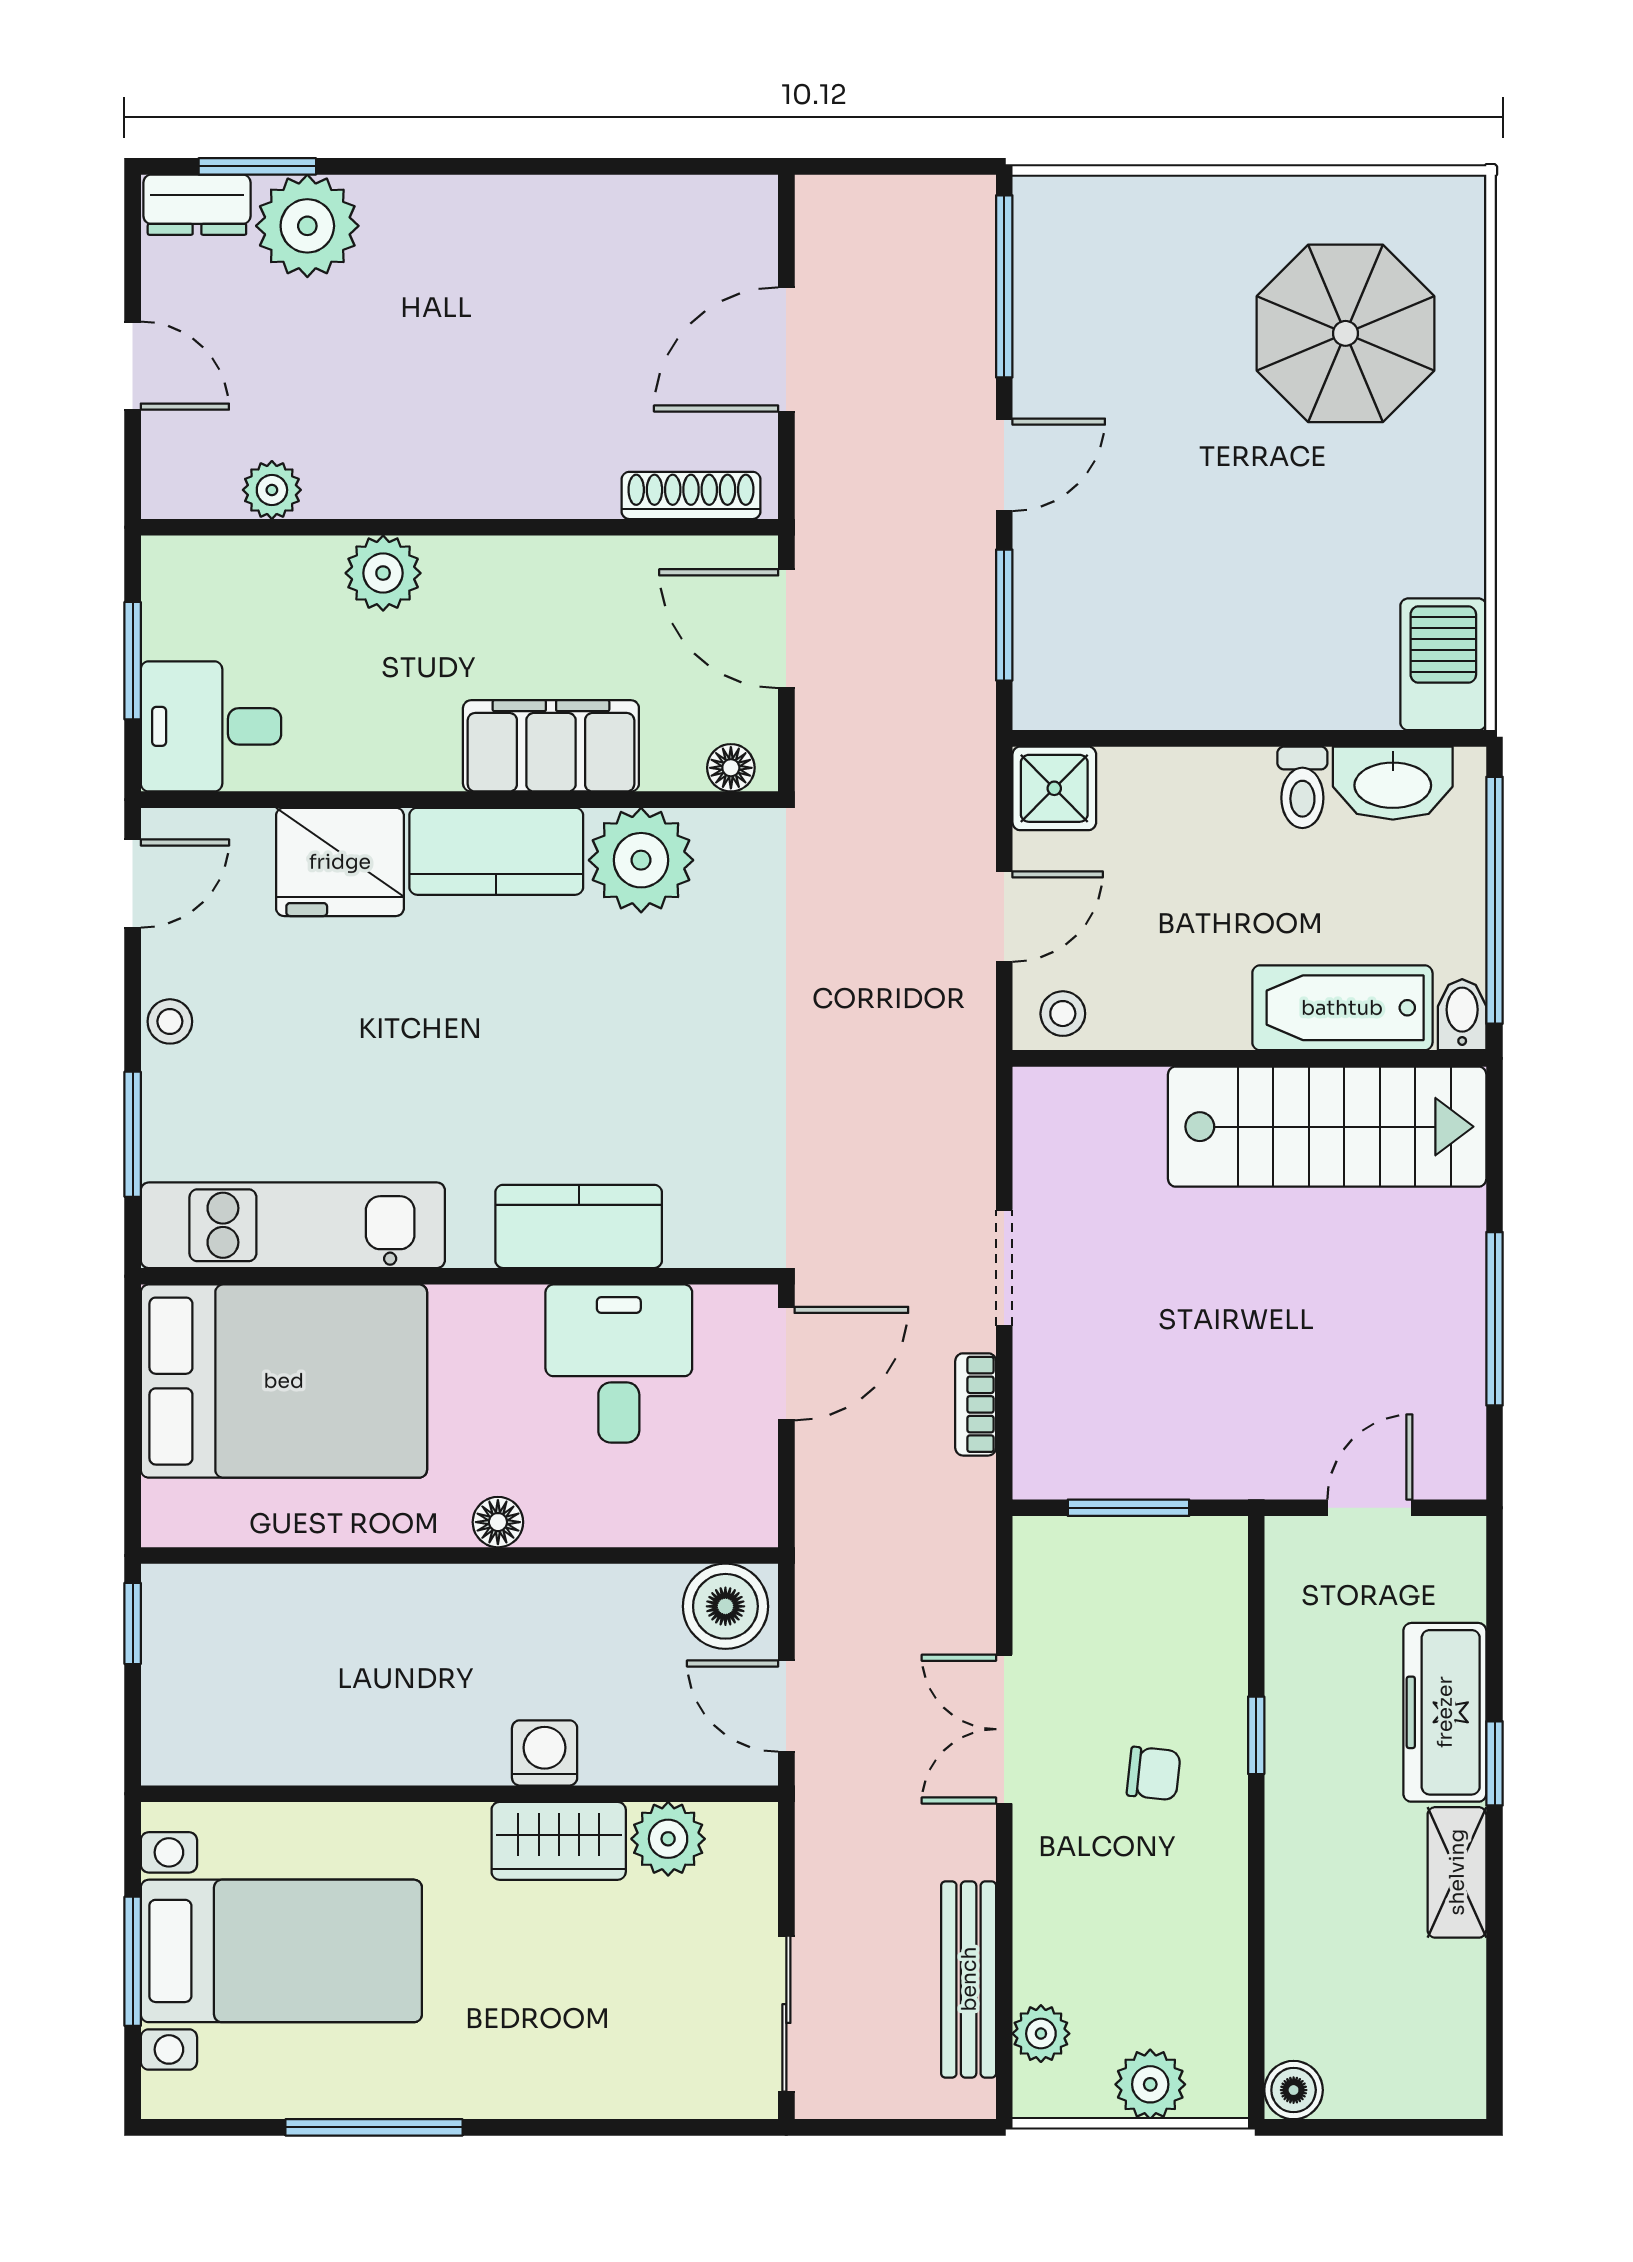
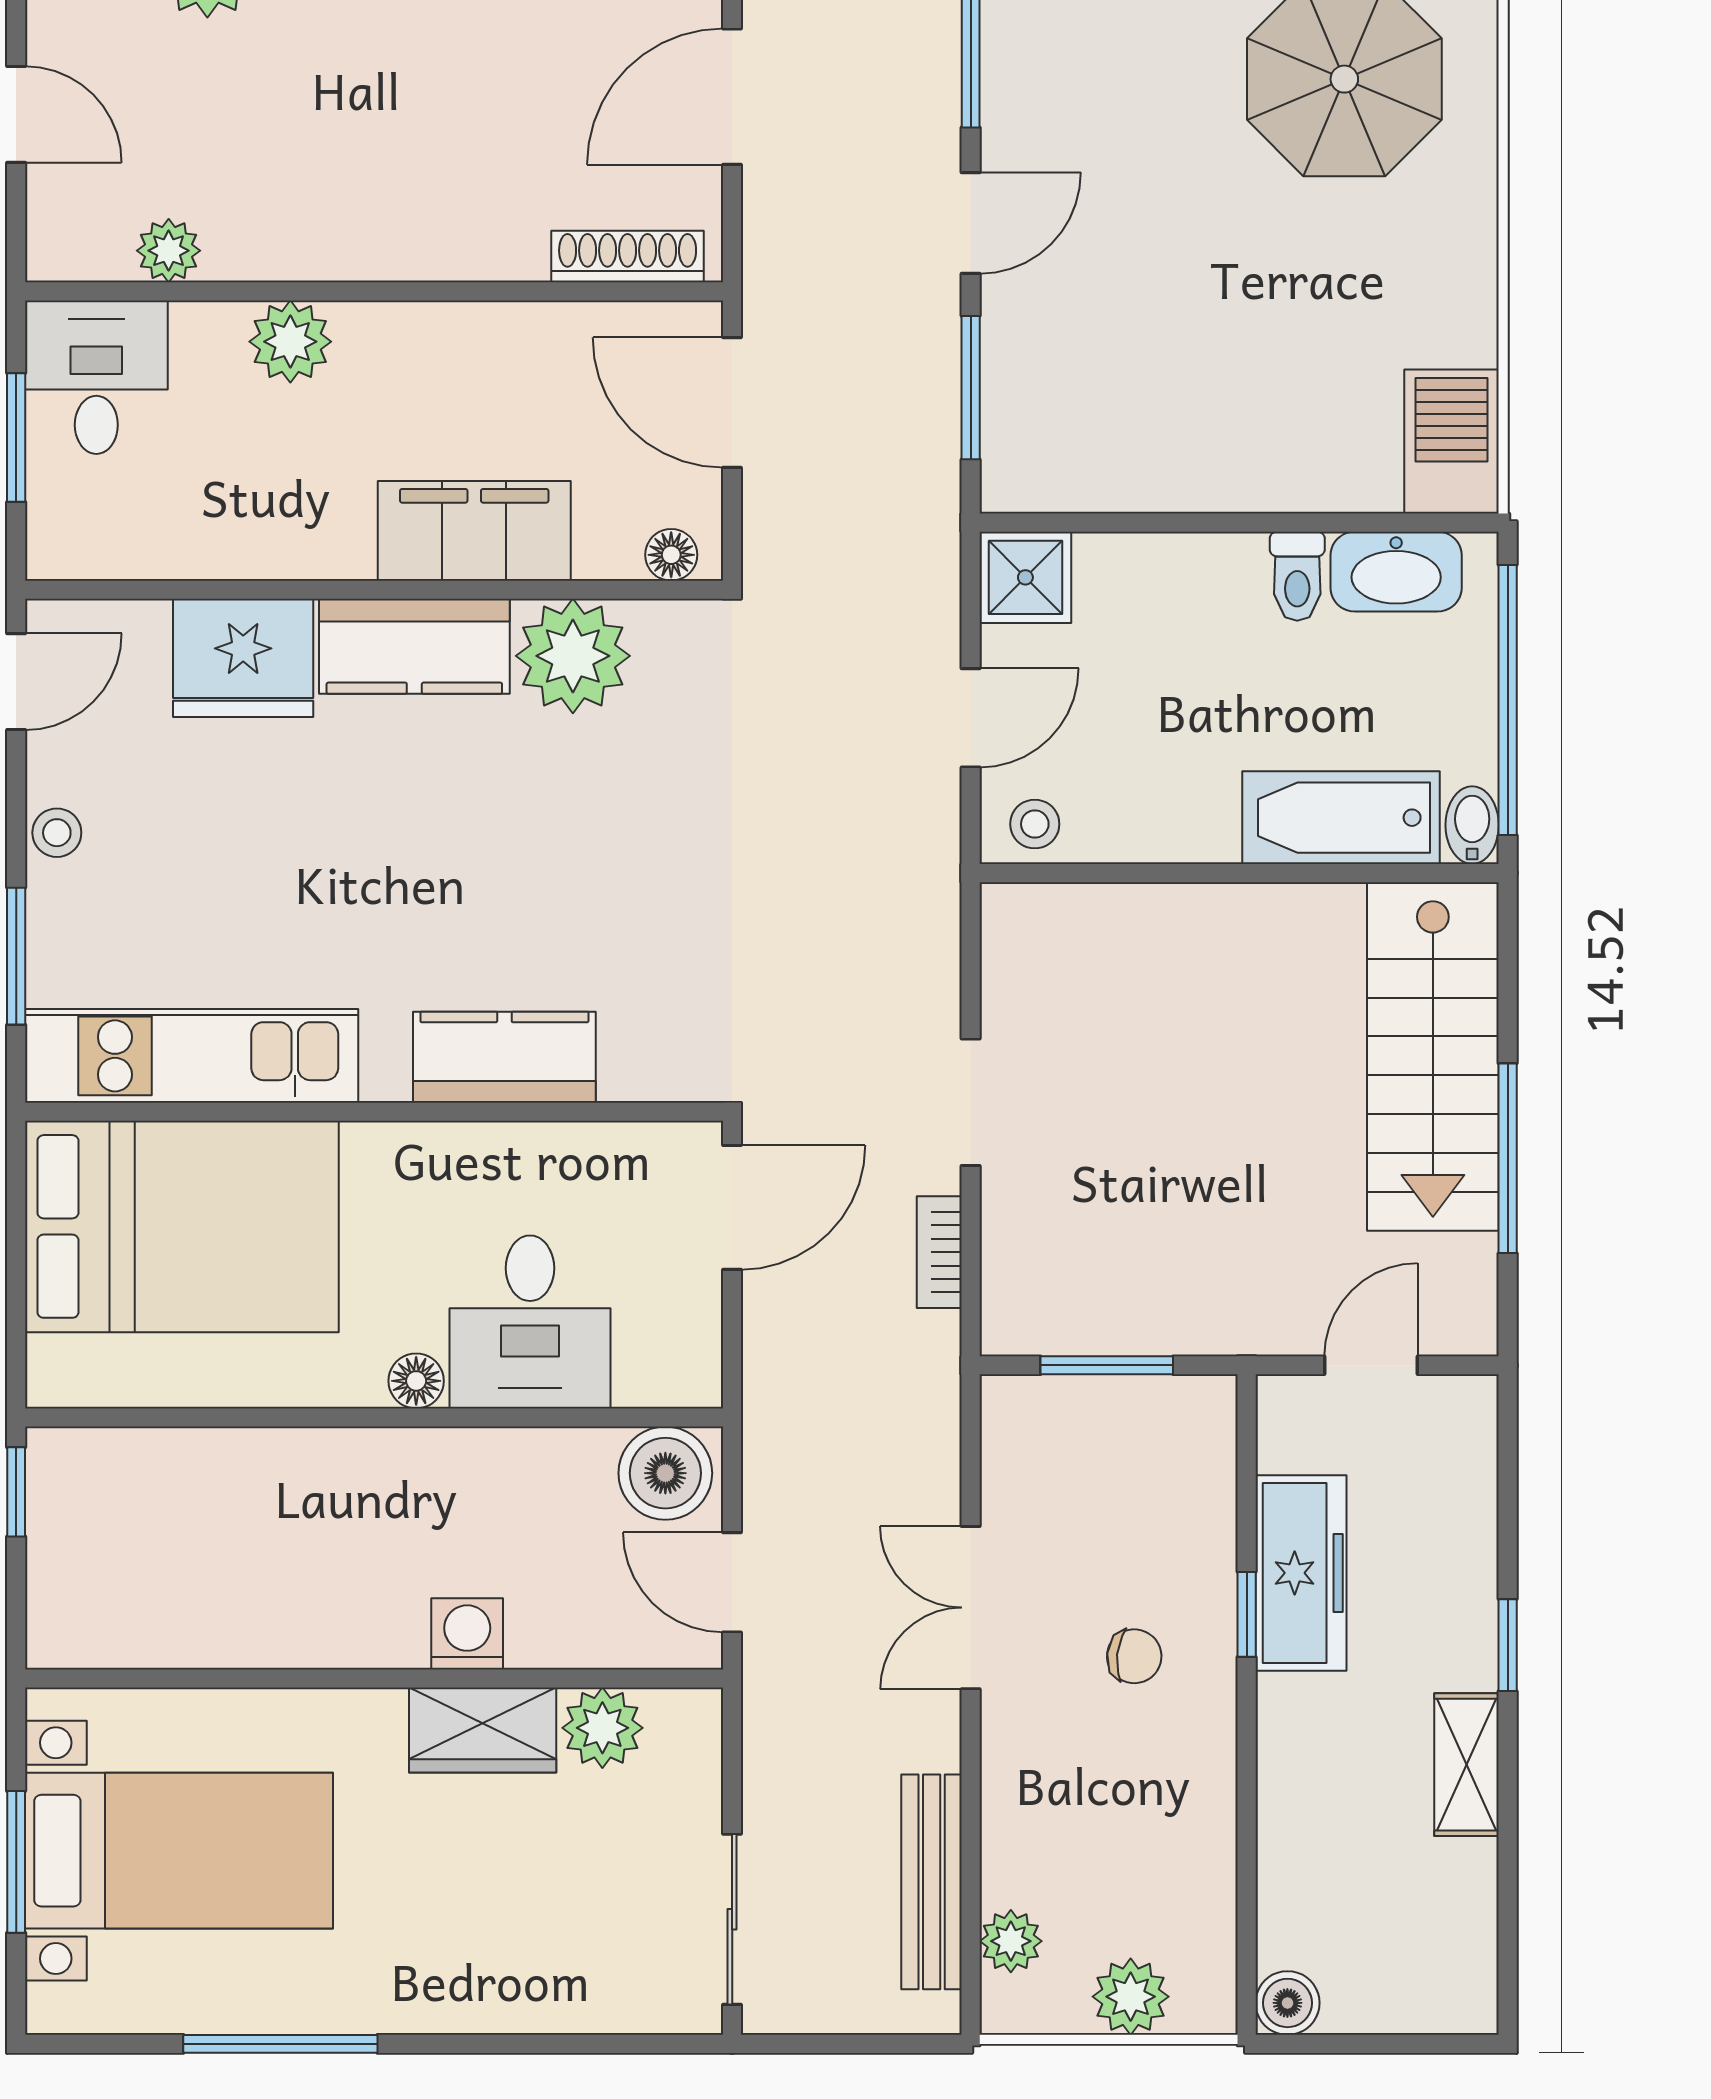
desk: (211, 726) -> (96, 377), moved, turned 90
stairs: (1327, 1127) -> (1433, 1056), moved, turned 90
desk: (619, 1364) -> (530, 1322), moved, turned 180
freezer: (1445, 1712) -> (1301, 1573), moved, turned 180

